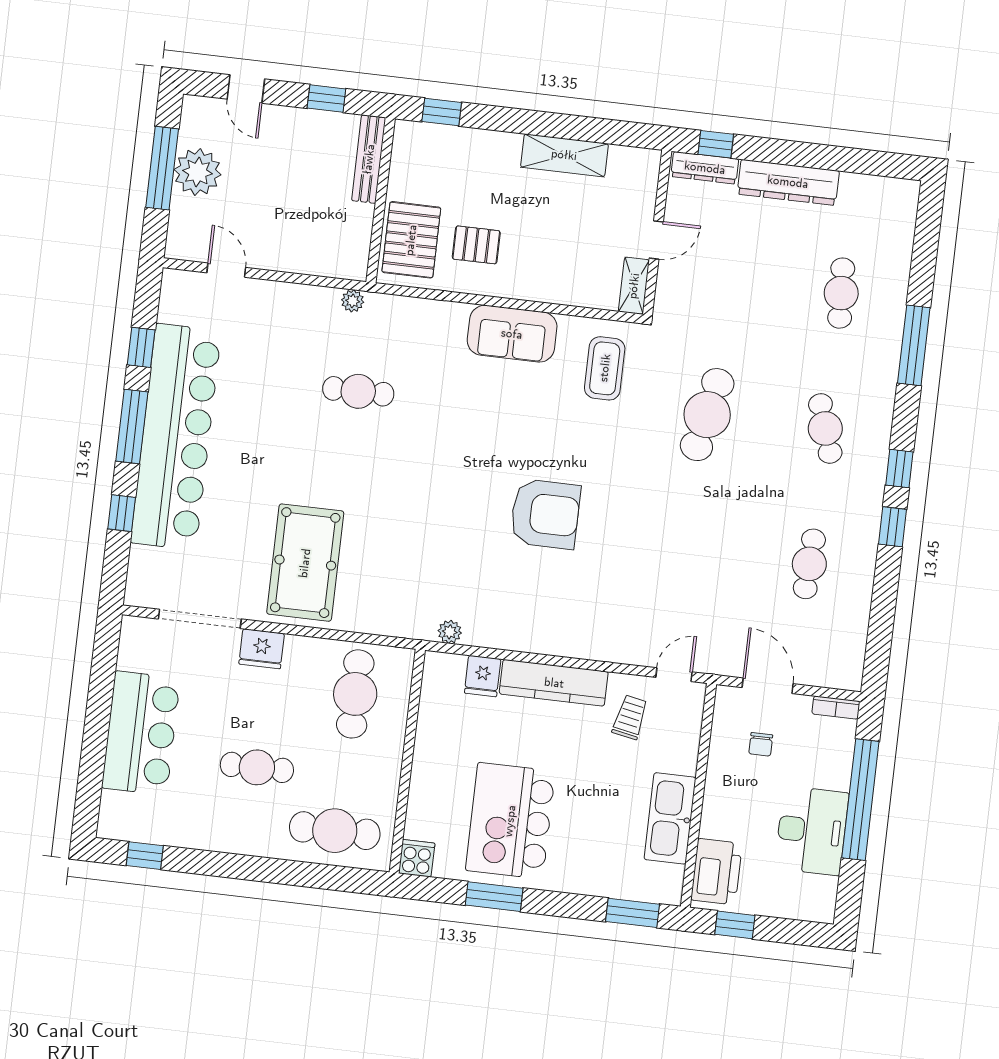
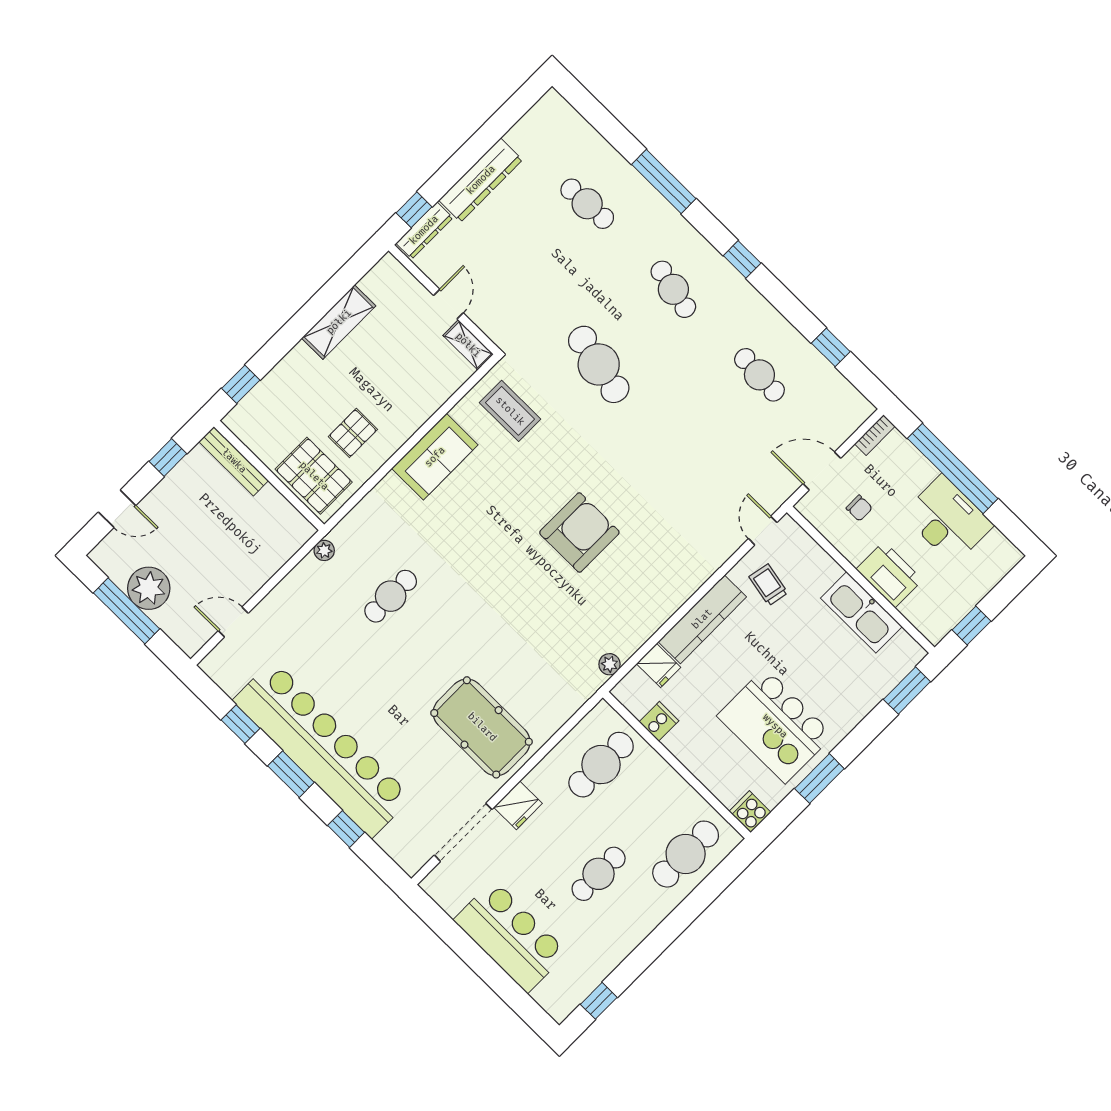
window: (132, 427) -> (291, 774), width x0.69
cafe table: (825, 428) -> (673, 289), turned 30
window: (893, 527) -> (831, 347), moved
cafe table: (355, 694) -> (601, 765), turned 90
cooker: (433, 715) -> (659, 721), added
printer: (716, 872) -> (889, 575), moved

